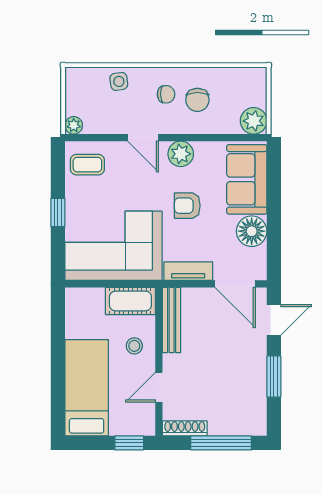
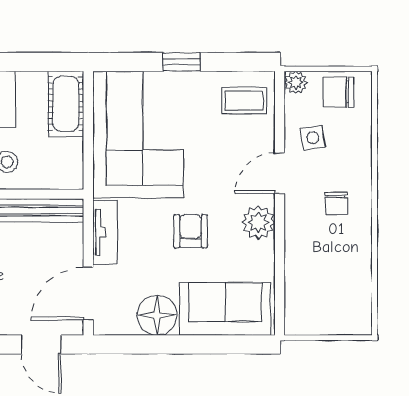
side table: (119, 81) -> (313, 138), moved
chair: (197, 100) -> (338, 92), moved
plant: (254, 121) -> (302, 318), removed
coffee table: (87, 165) -> (244, 100), turned 90
cot: (130, 301) -> (66, 104), moved

